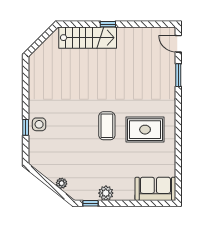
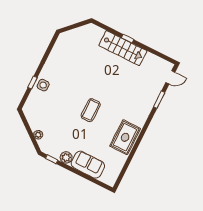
stairs: (88, 38) -> (123, 48), moved
door: (178, 44) -> (170, 77), swing flipped
rug: (145, 130) -> (125, 137), moved, turned 90
sofa: (155, 189) -> (88, 165), moved

